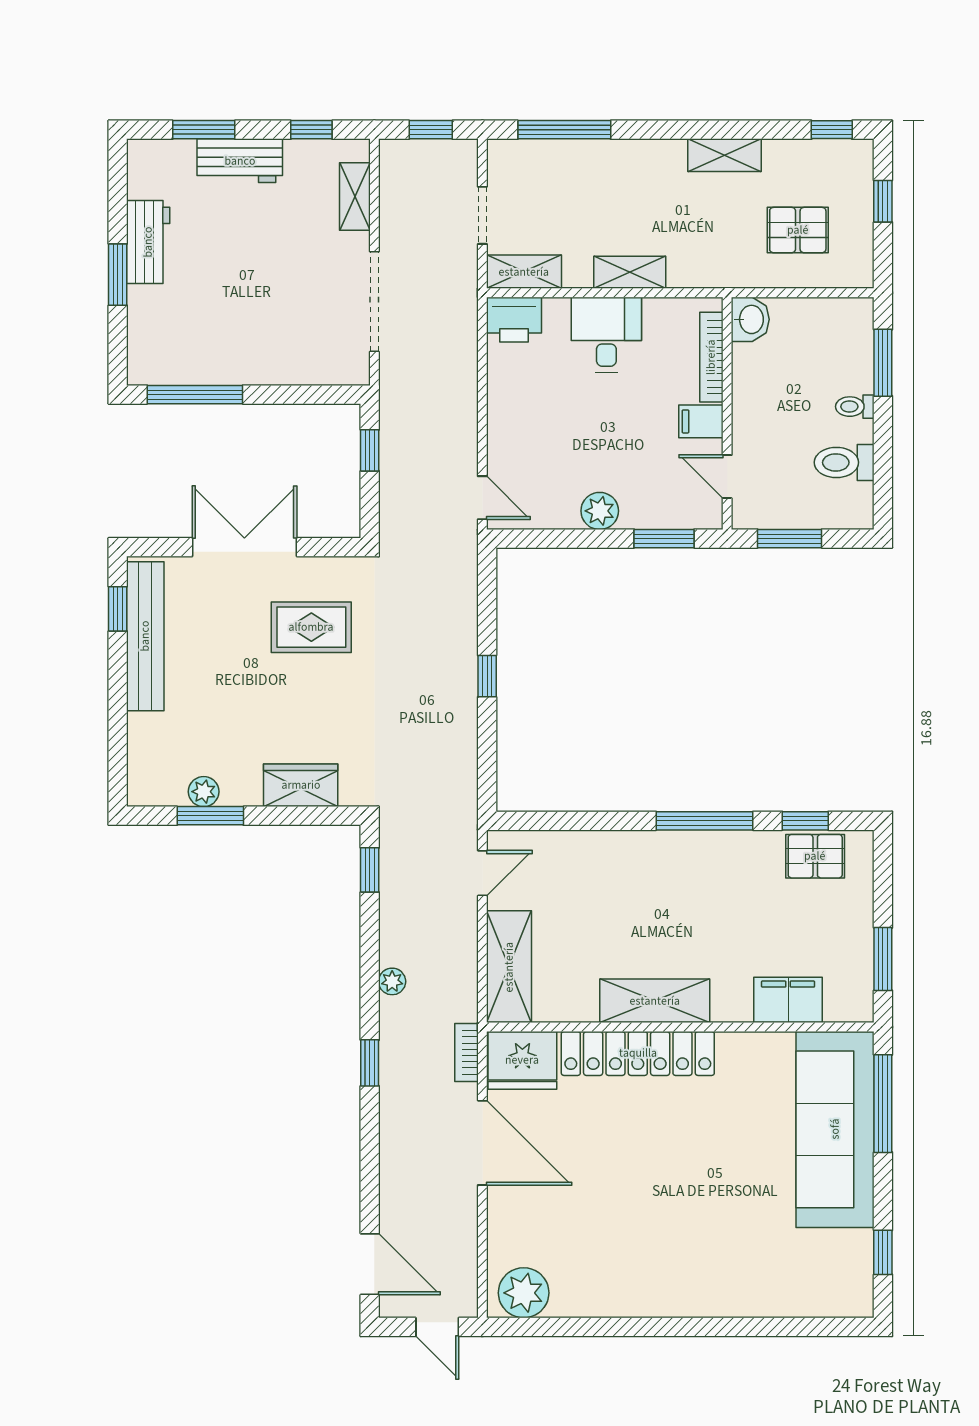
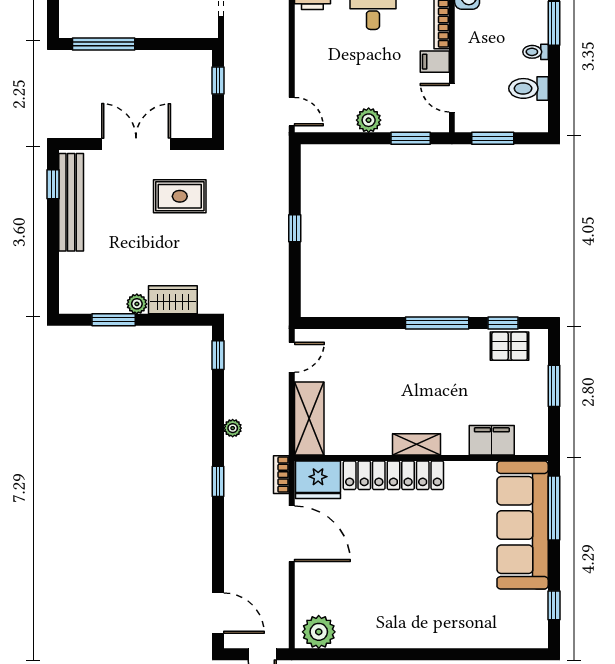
plant: (204, 792) -> (137, 304), moved
window: (883, 959) -> (554, 386), moved
shelving: (655, 1001) -> (417, 444), width x0.67, depth x0.75

